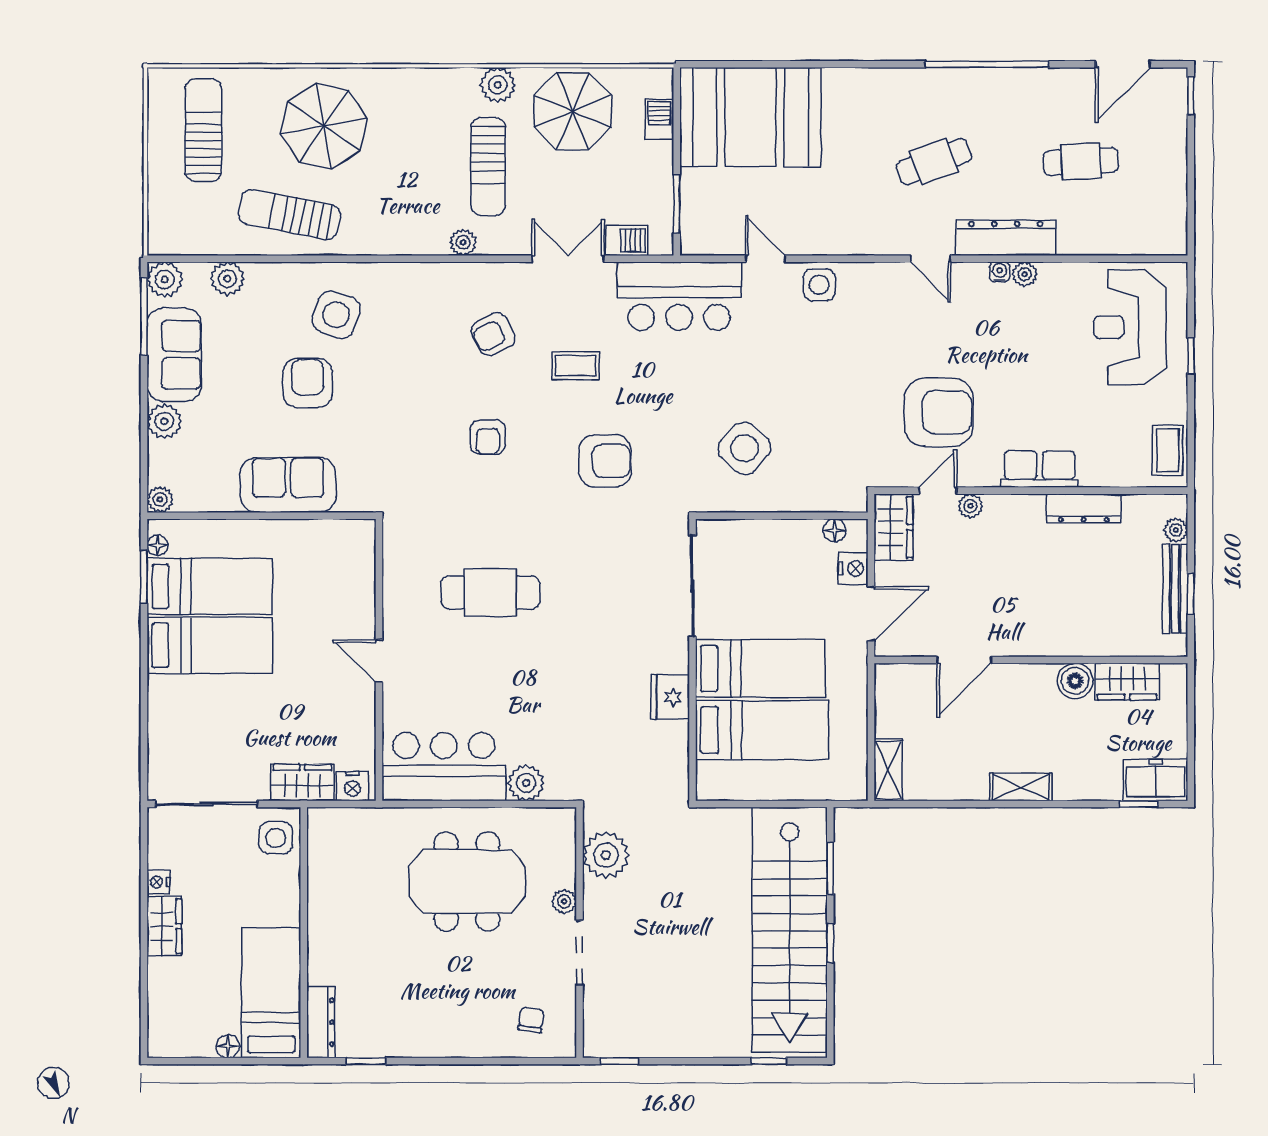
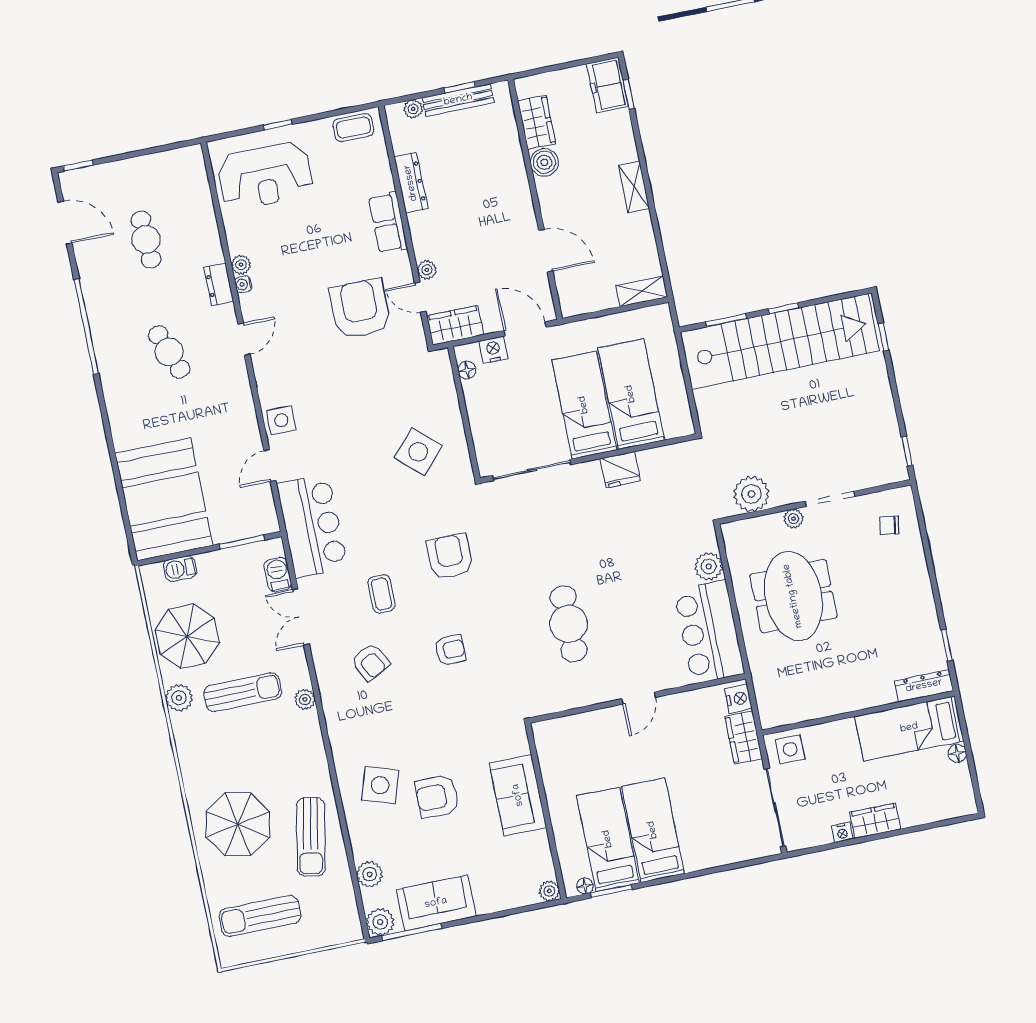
dresser: (1006, 238) -> (219, 284), width x0.51, depth x0.80
plant: (164, 421) -> (489, 900), removed

